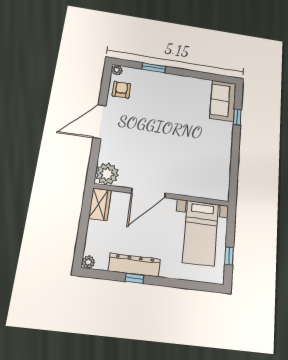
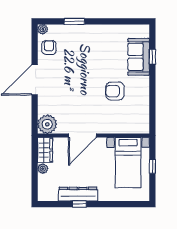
sofa: (223, 101) -> (139, 57), moved
armchair: (192, 148) -> (115, 91), added
window: (229, 256) -> (152, 166), moved
plant: (88, 262) -> (43, 169), moved

